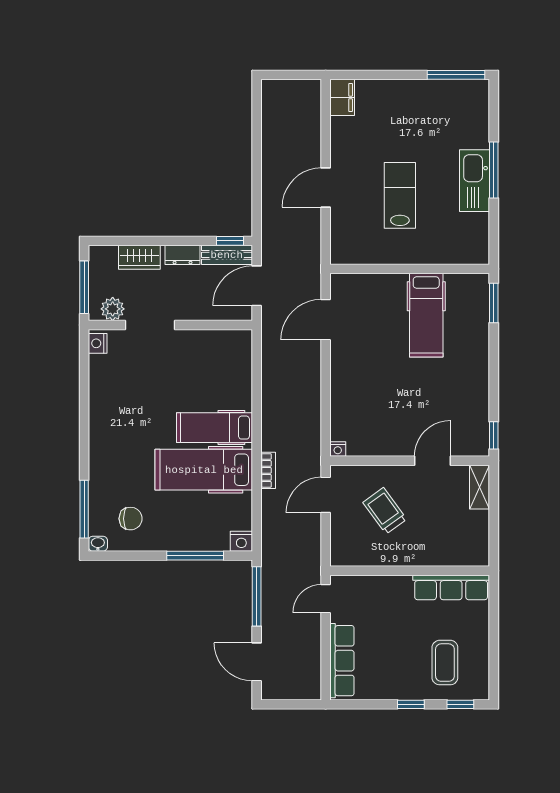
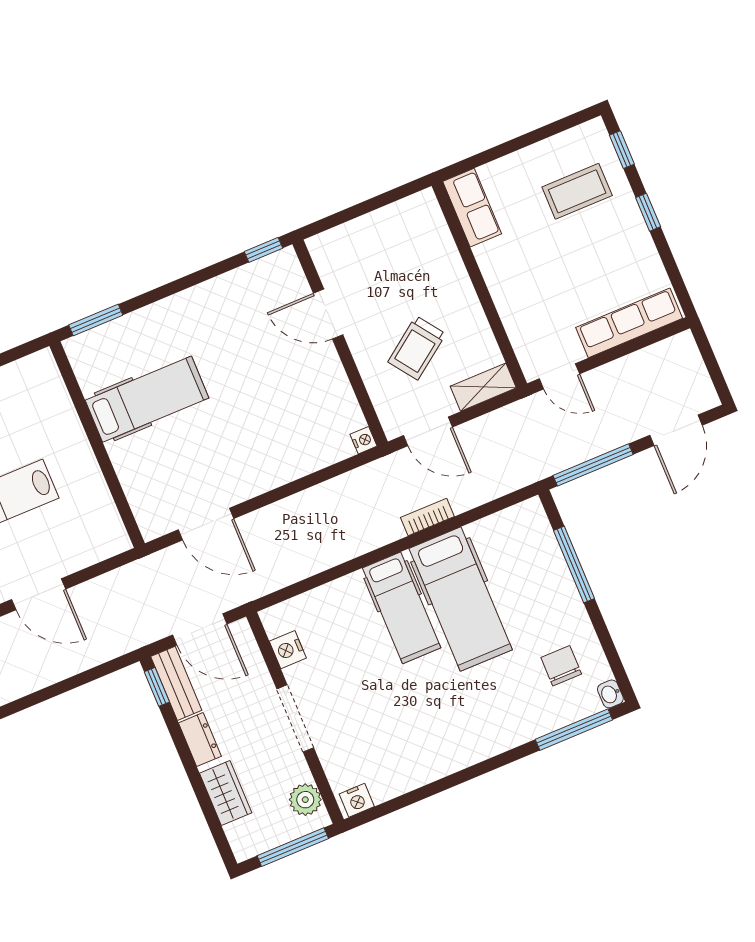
doorway: (150, 325) -> (295, 718), moved
shelving: (480, 487) -> (483, 387), moved
nightstand: (241, 541) -> (288, 650), moved, turned 180
row of seats: (451, 587) -> (472, 208), width x0.68

